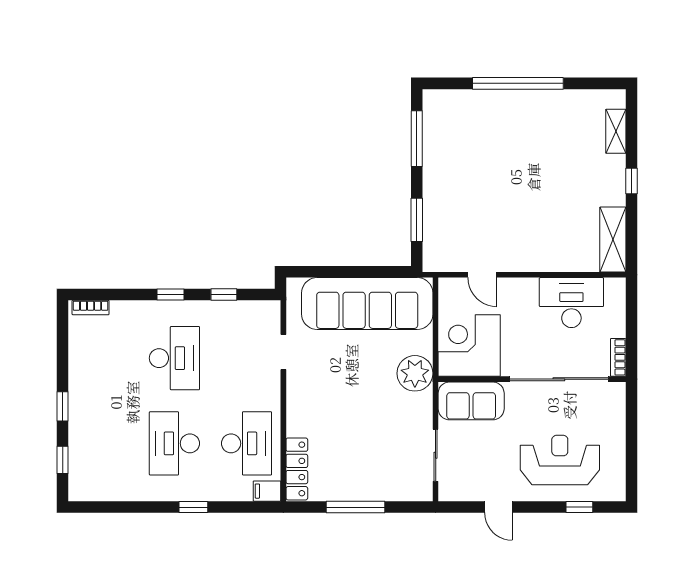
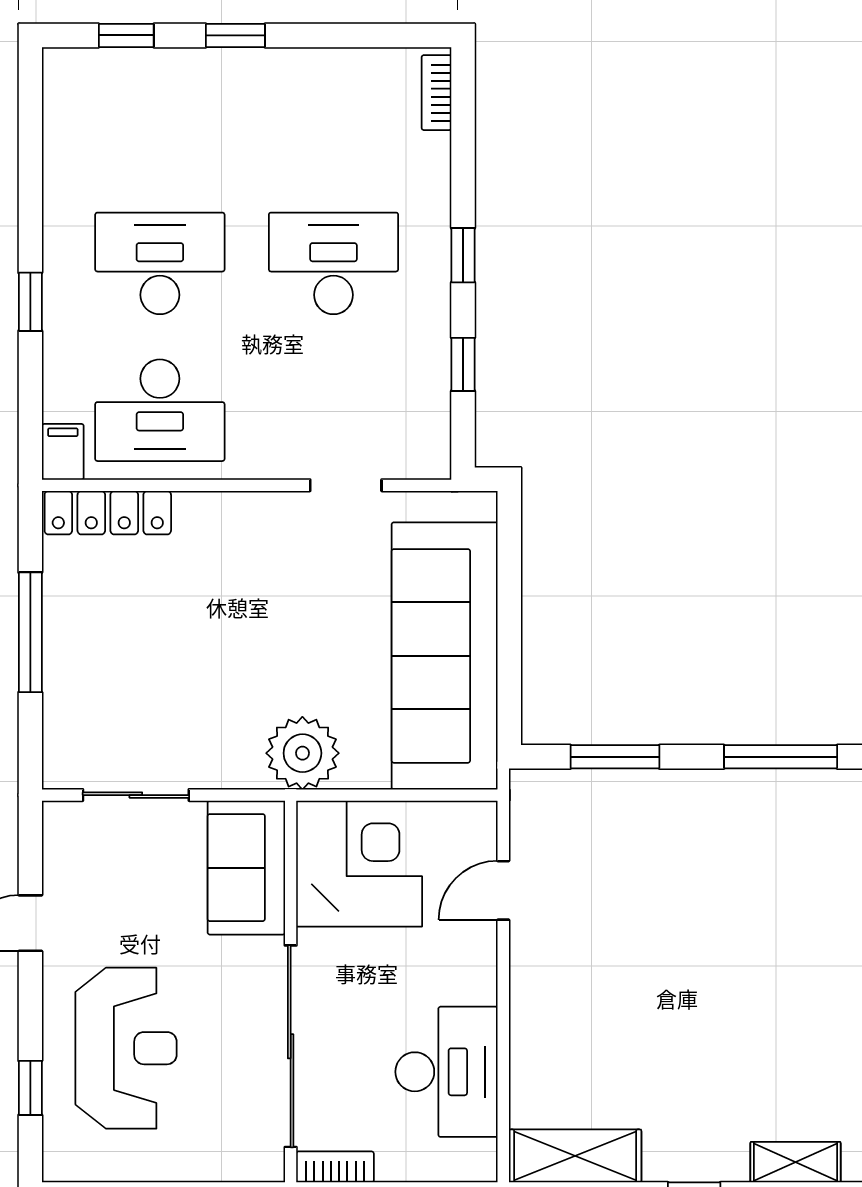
desk: (174, 358) -> (333, 263), turned 180

